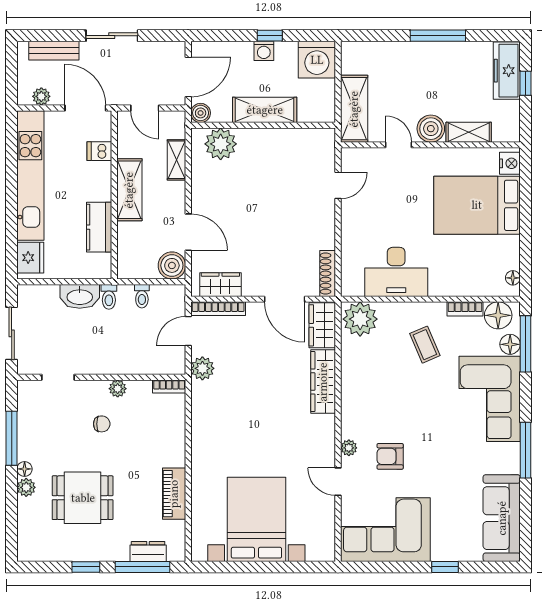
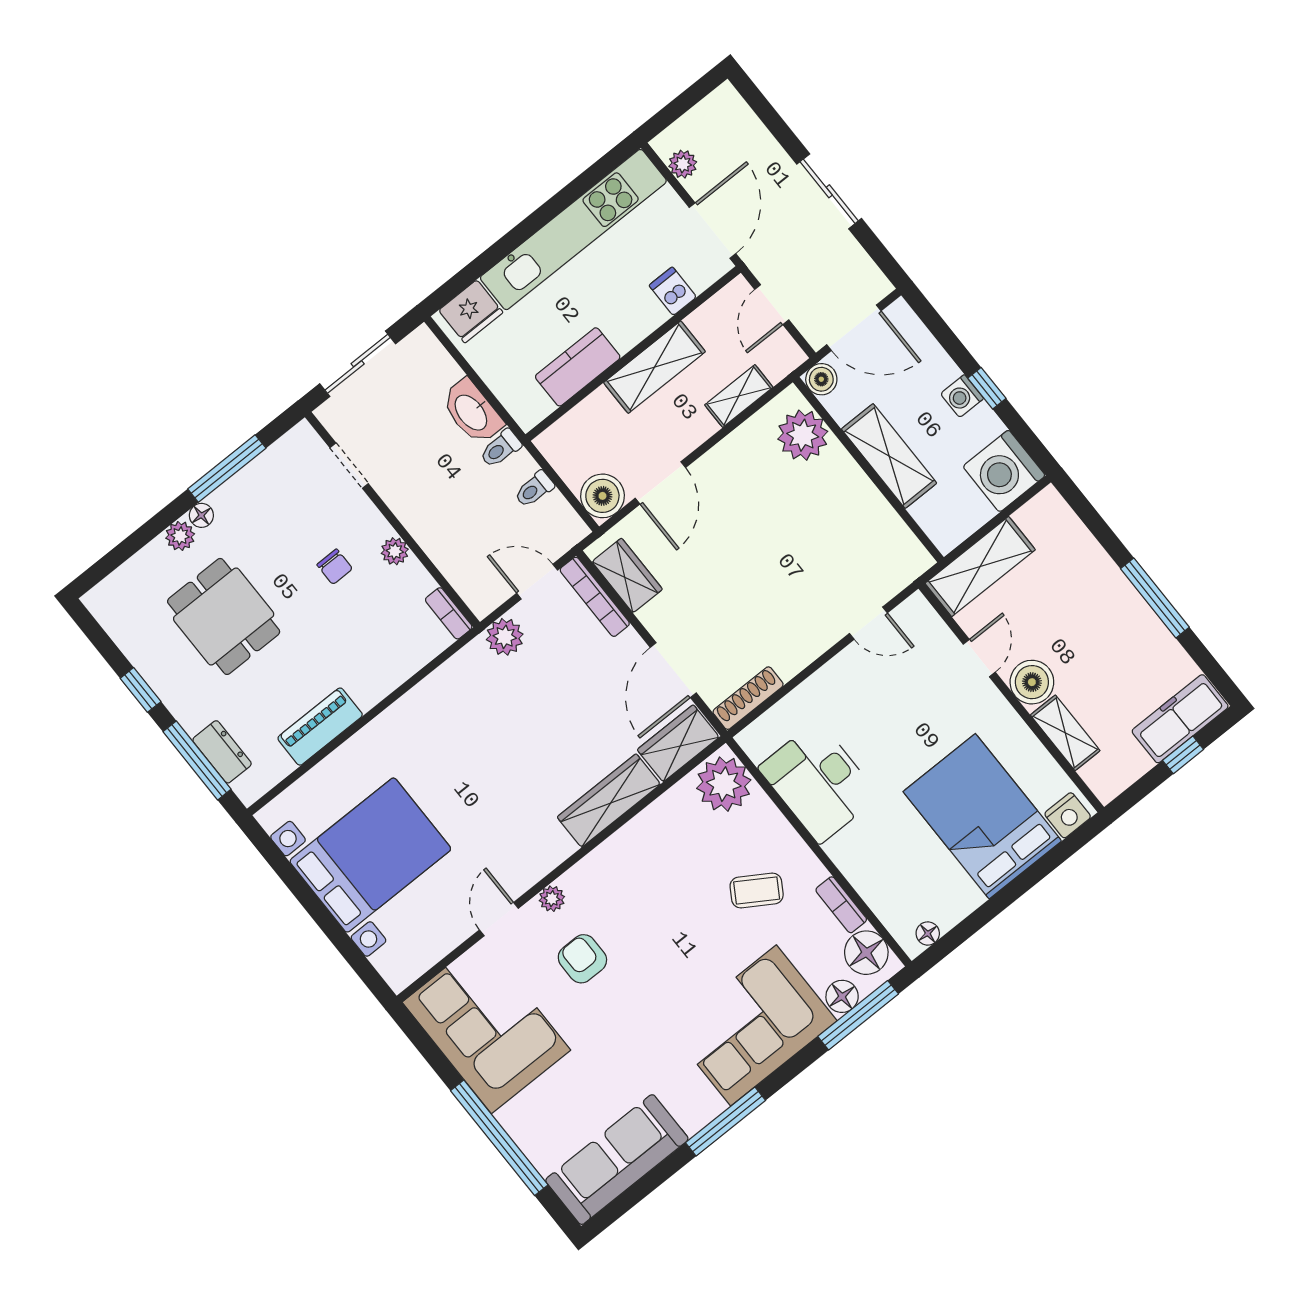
bench: (54, 51) -> (753, 134), removed
coffee table: (425, 345) -> (757, 890), turned 55
window: (445, 567) -> (499, 1138), width x3.17

